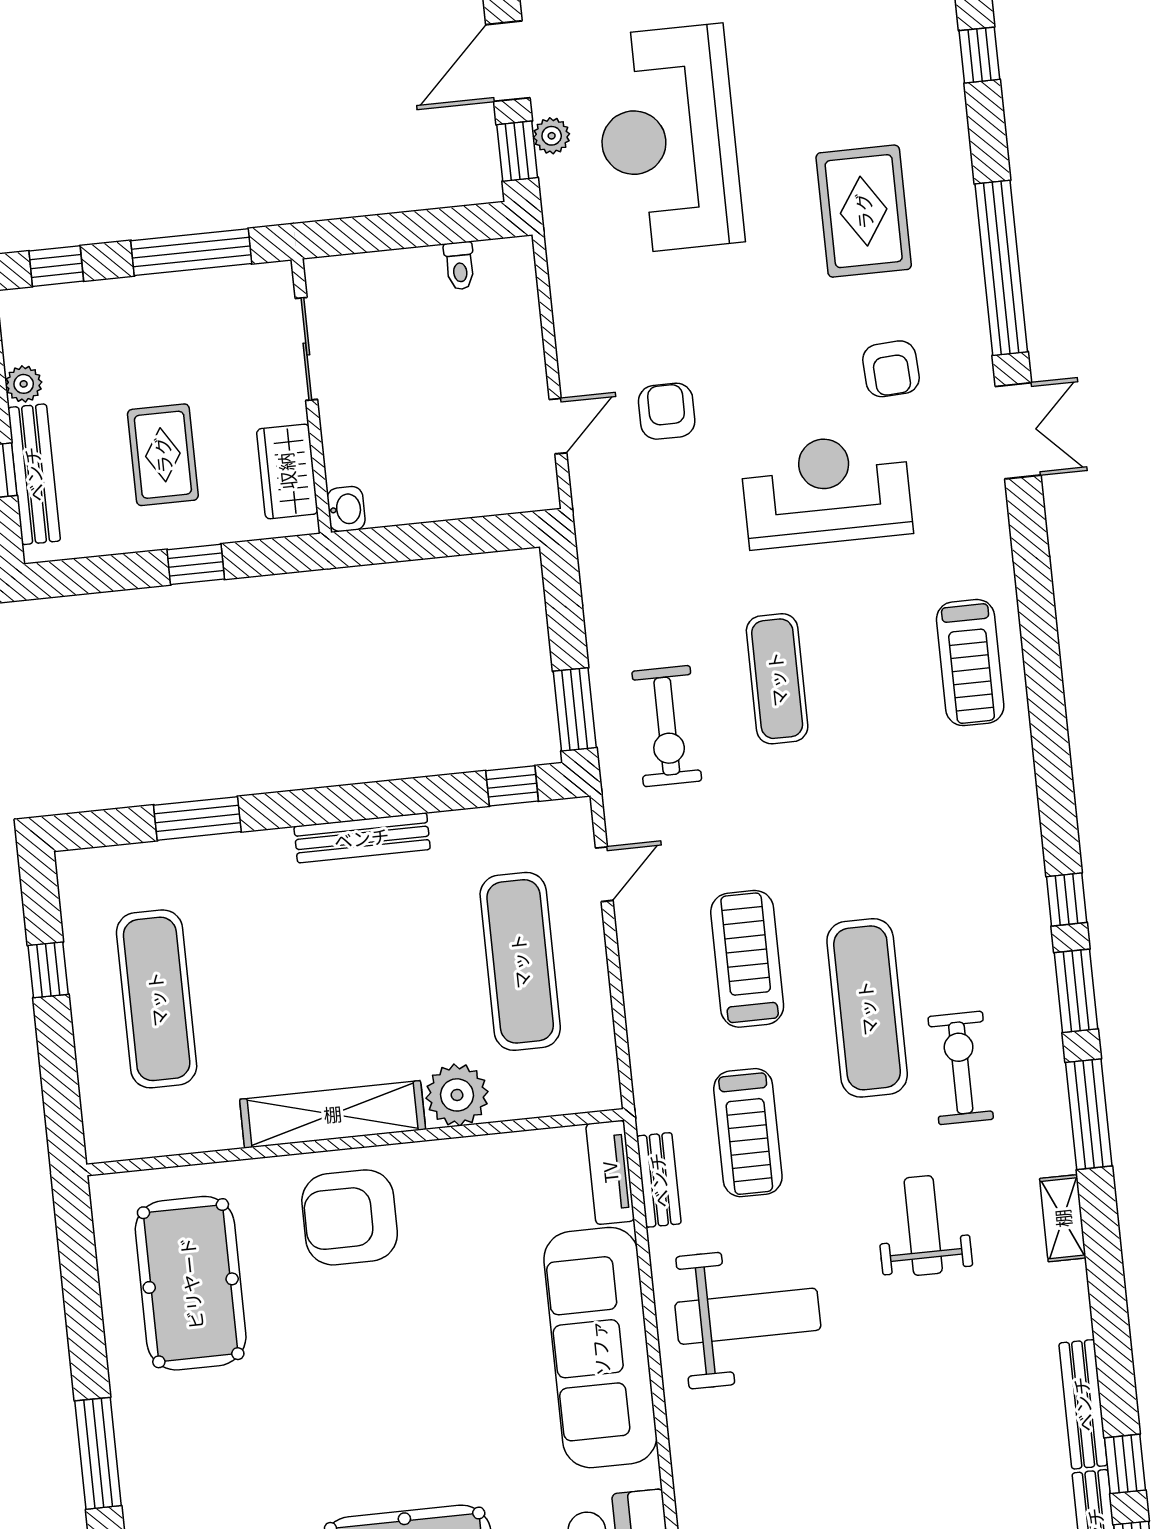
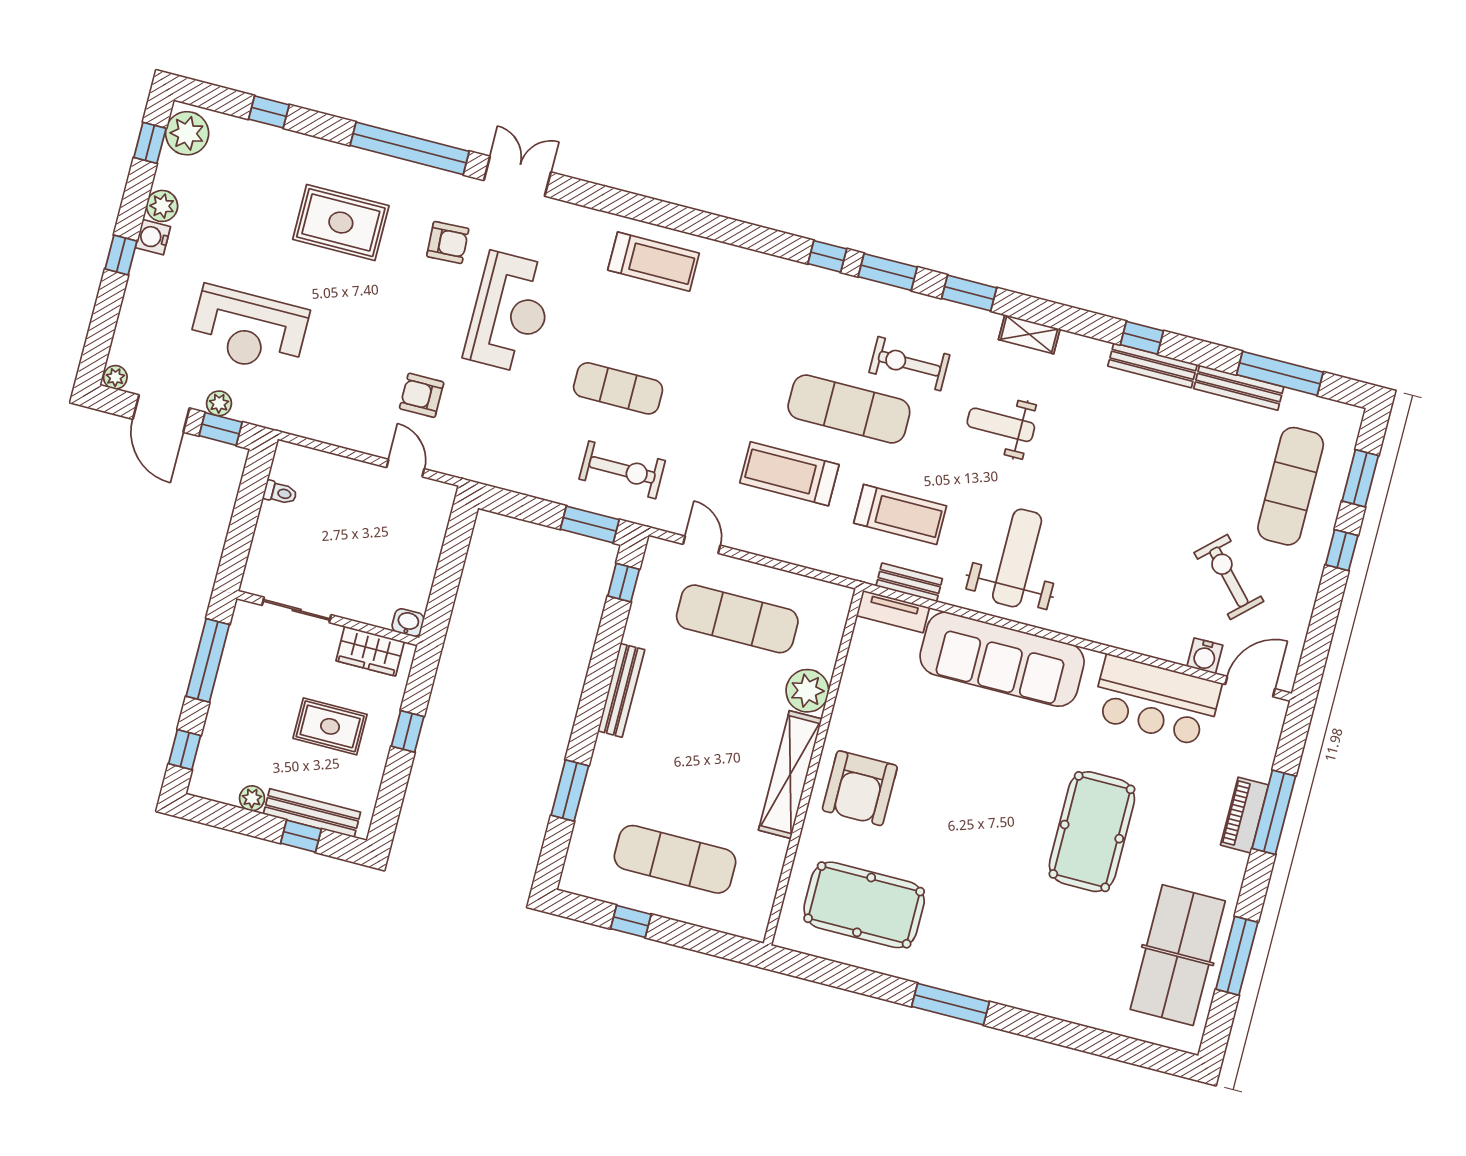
reception desk: (668, 139) -> (249, 330), width x0.74, depth x0.77
reception desk: (826, 491) -> (510, 312), turned 180
window: (1089, 1114) -> (969, 293), width x0.69
window: (1125, 1464) -> (1142, 338), moved

